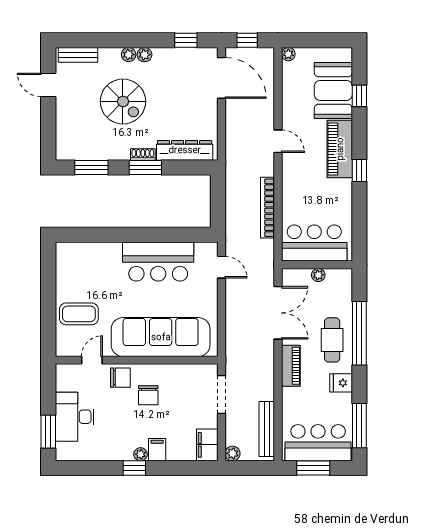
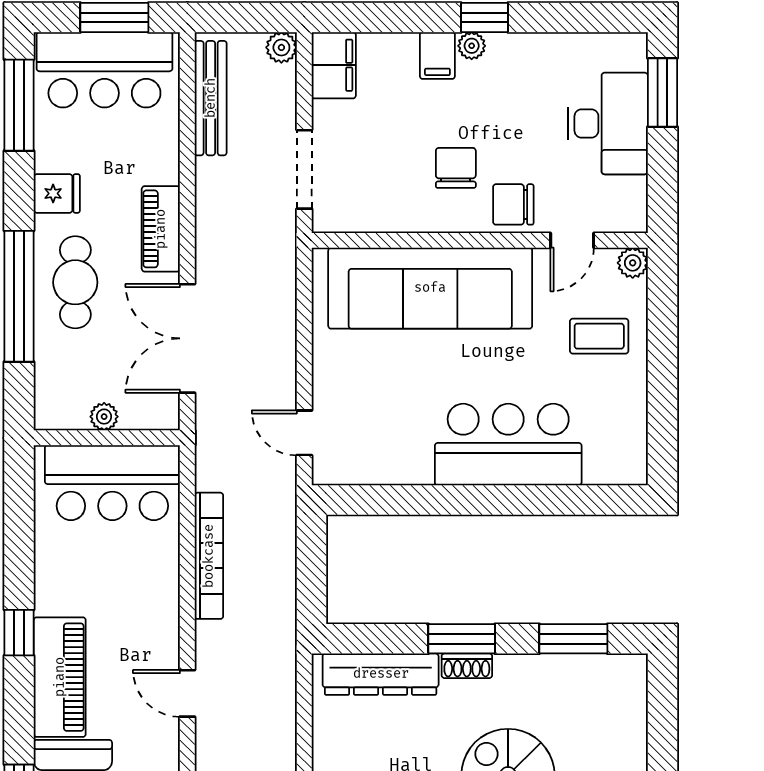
bar counter: (158, 261) -> (508, 445), moved
coffee table: (79, 314) -> (599, 336), width x0.73, depth x0.77
plant: (63, 349) -> (633, 263), added

